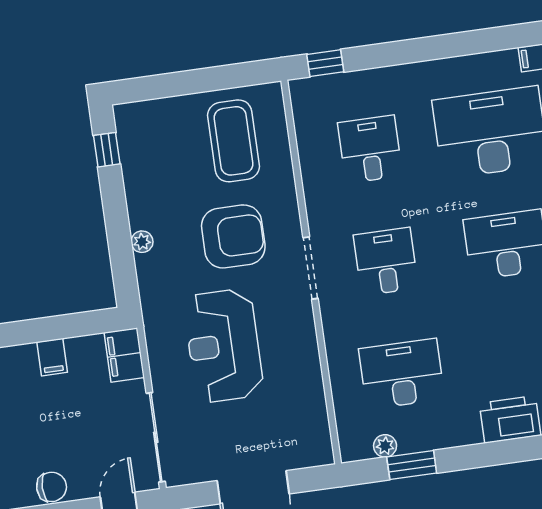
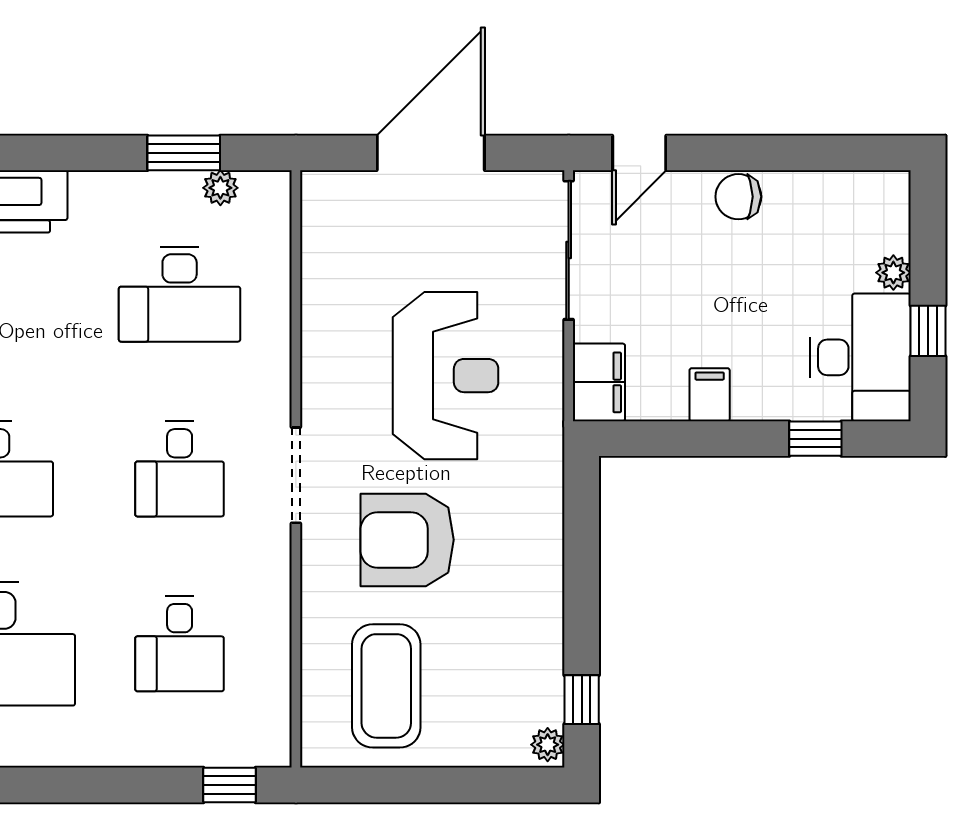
plant: (142, 242) -> (548, 745), moved

